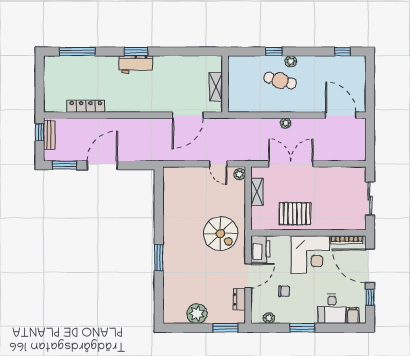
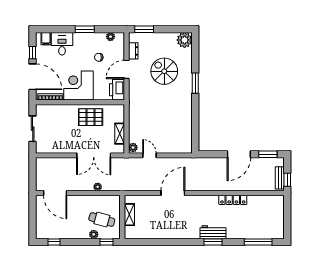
wall: (225, 84) -> (122, 217), moved
shelving: (216, 87) -> (129, 215), moved
locker: (86, 106) -> (233, 200), moved
spiral stairs: (221, 234) -> (164, 71), moved
plant: (197, 314) -> (185, 40), moved

